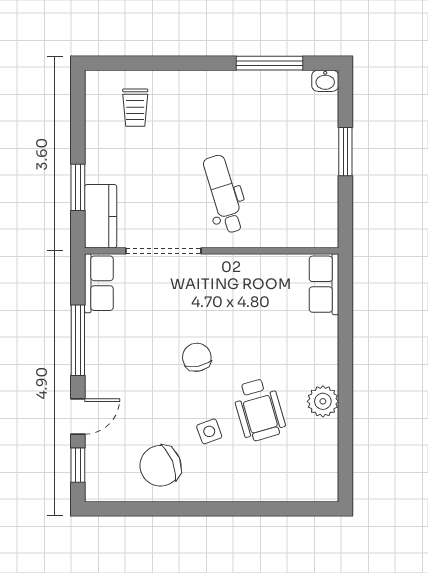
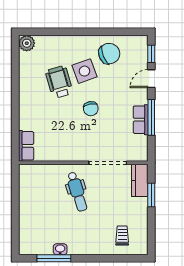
washbasin: (325, 81) -> (60, 249), moved
window: (345, 152) -> (15, 213), removed
row of seats: (99, 283) -> (141, 120), moved
plant: (323, 401) -> (27, 43), moved
side table: (209, 431) -> (84, 71), width x1.87, depth x1.87

